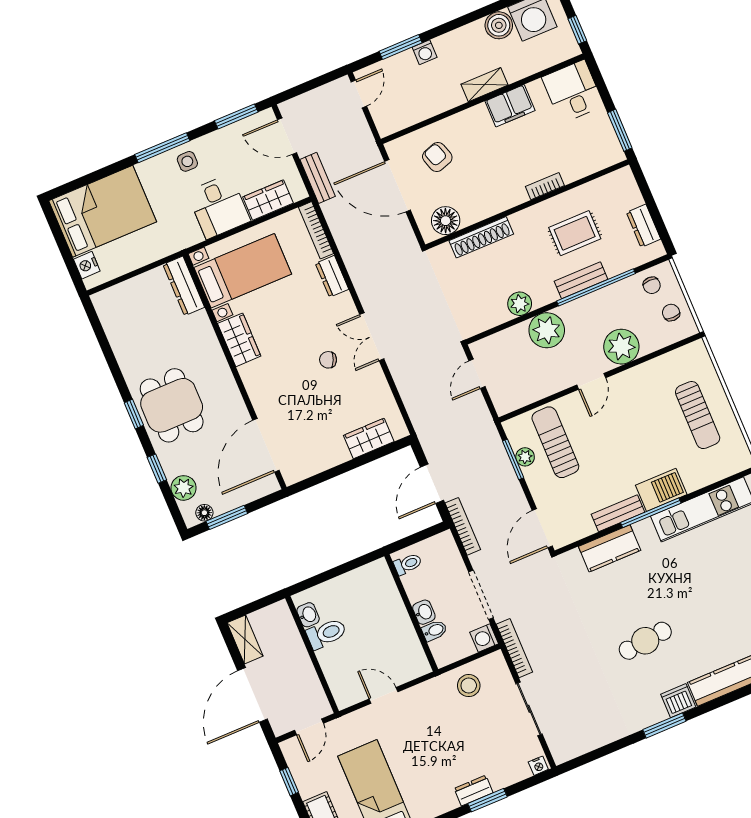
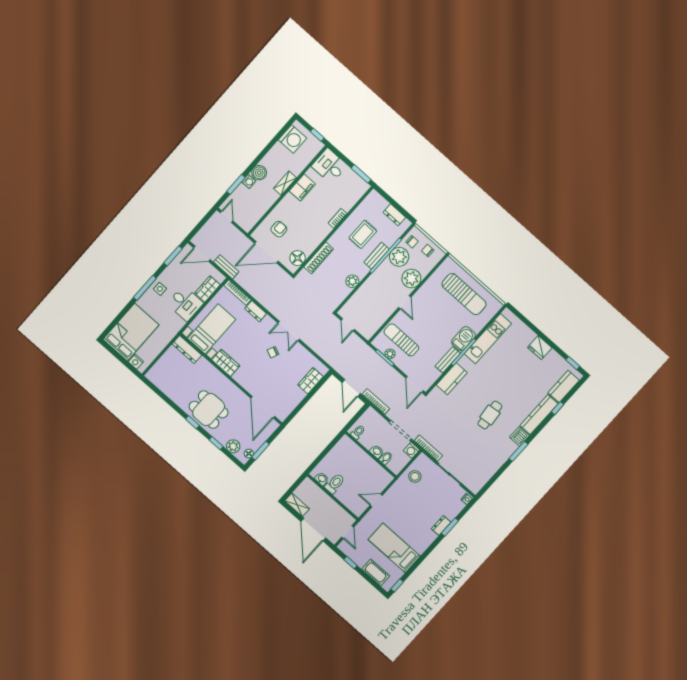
boiler: (499, 25) -> (259, 173), moved
armchair: (437, 157) -> (279, 229), turned 108
plant: (547, 330) -> (399, 257), moved
sun lounger: (698, 415) -> (464, 294), width x1.36, depth x1.34

